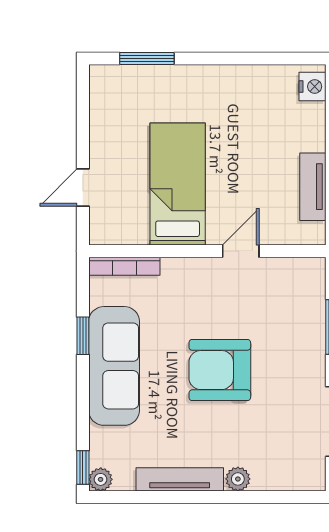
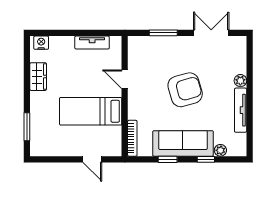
wardrobe: (246, 81) -> (38, 77), added
armchair: (220, 370) -> (185, 90), turned -106
window: (83, 467) -> (206, 159), moved
plant: (101, 479) -> (220, 150), moved

